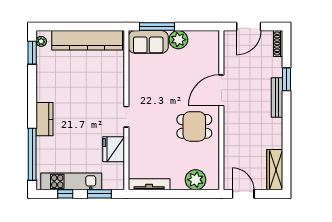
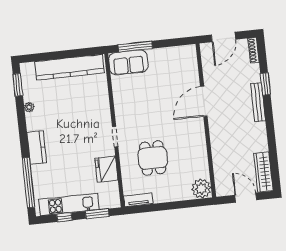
plant: (178, 40) -> (157, 57), removed
plant: (41, 41) -> (29, 107), moved
dining table: (194, 126) -> (153, 158), moved, turned 90
plant: (196, 180) -> (201, 189), moved
tv unit: (149, 184) -> (138, 200), width x0.71
door: (243, 194) -> (246, 198), moved

